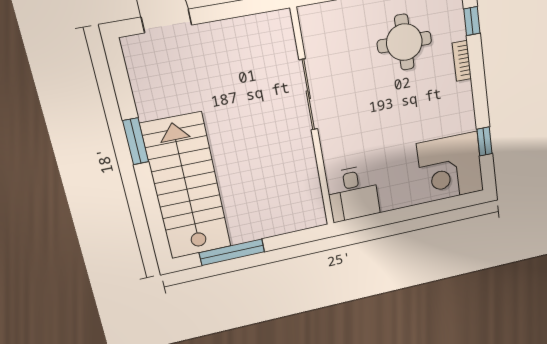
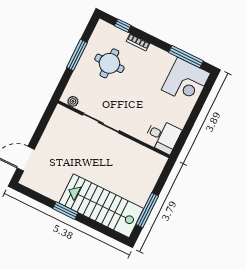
plant: (310, 29) -> (73, 101), added
window: (485, 141) -> (186, 57), width x2.17

